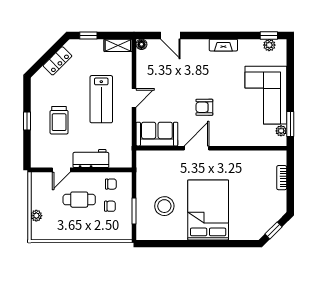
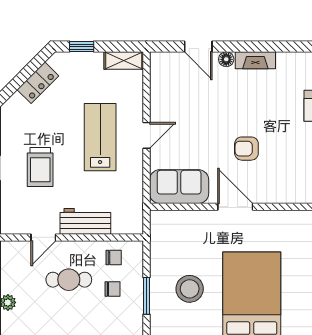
floor lamp: (141, 44) -> (226, 59), moved
fireplace: (223, 45) -> (255, 60), moved
lab bench: (101, 99) -> (100, 137), turned 180
door: (196, 148) -> (235, 207), hinge flipped

